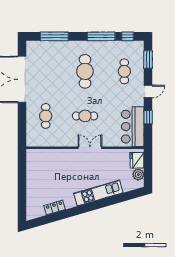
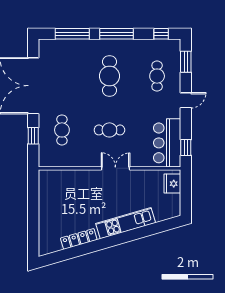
window: (101, 36) -> (116, 34), moved
window: (148, 117) -> (186, 147), moved
window: (22, 121) -> (33, 136), added
plant: (138, 175) -> (174, 201), removed
locker: (55, 207) -> (79, 239), width x1.53

